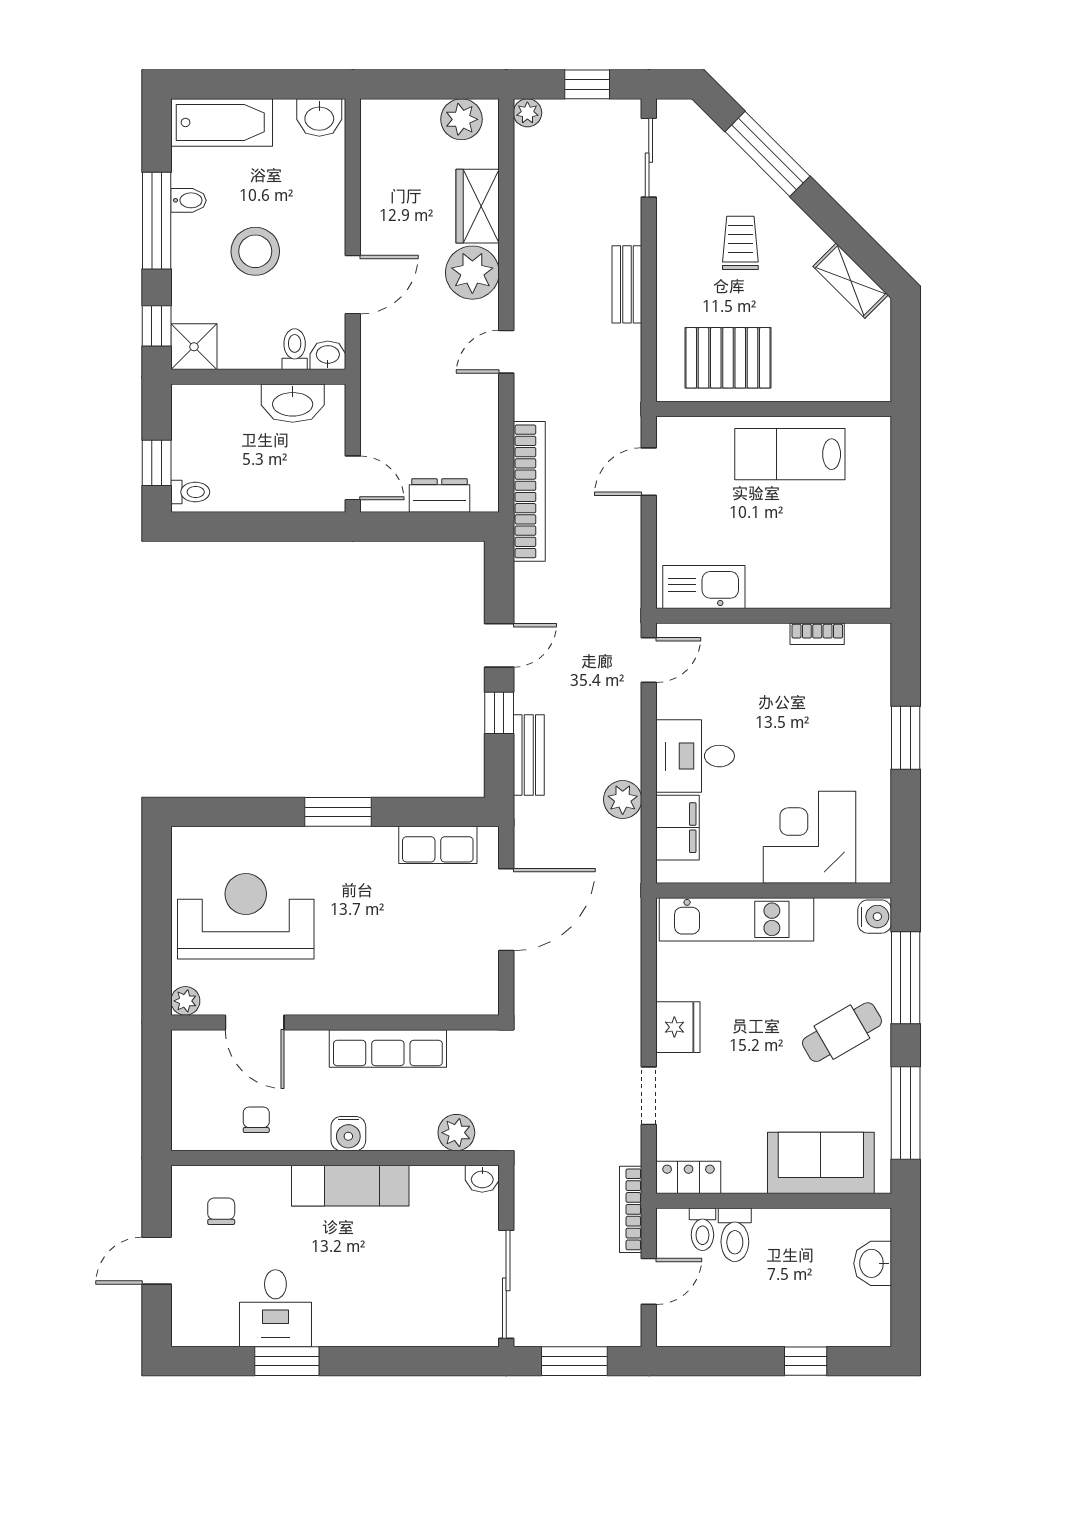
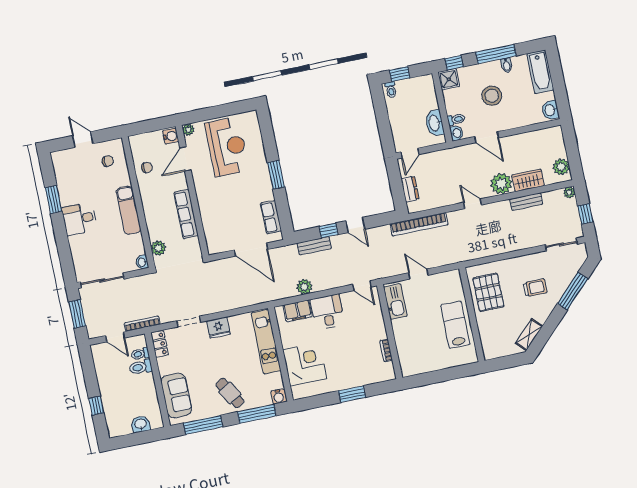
bench: (627, 284) -> (526, 202), moved
door: (649, 472) -> (418, 274), moved
water cooler: (348, 1134) -> (171, 136), moved, turned 180
desk: (275, 1308) -> (79, 219), moved

